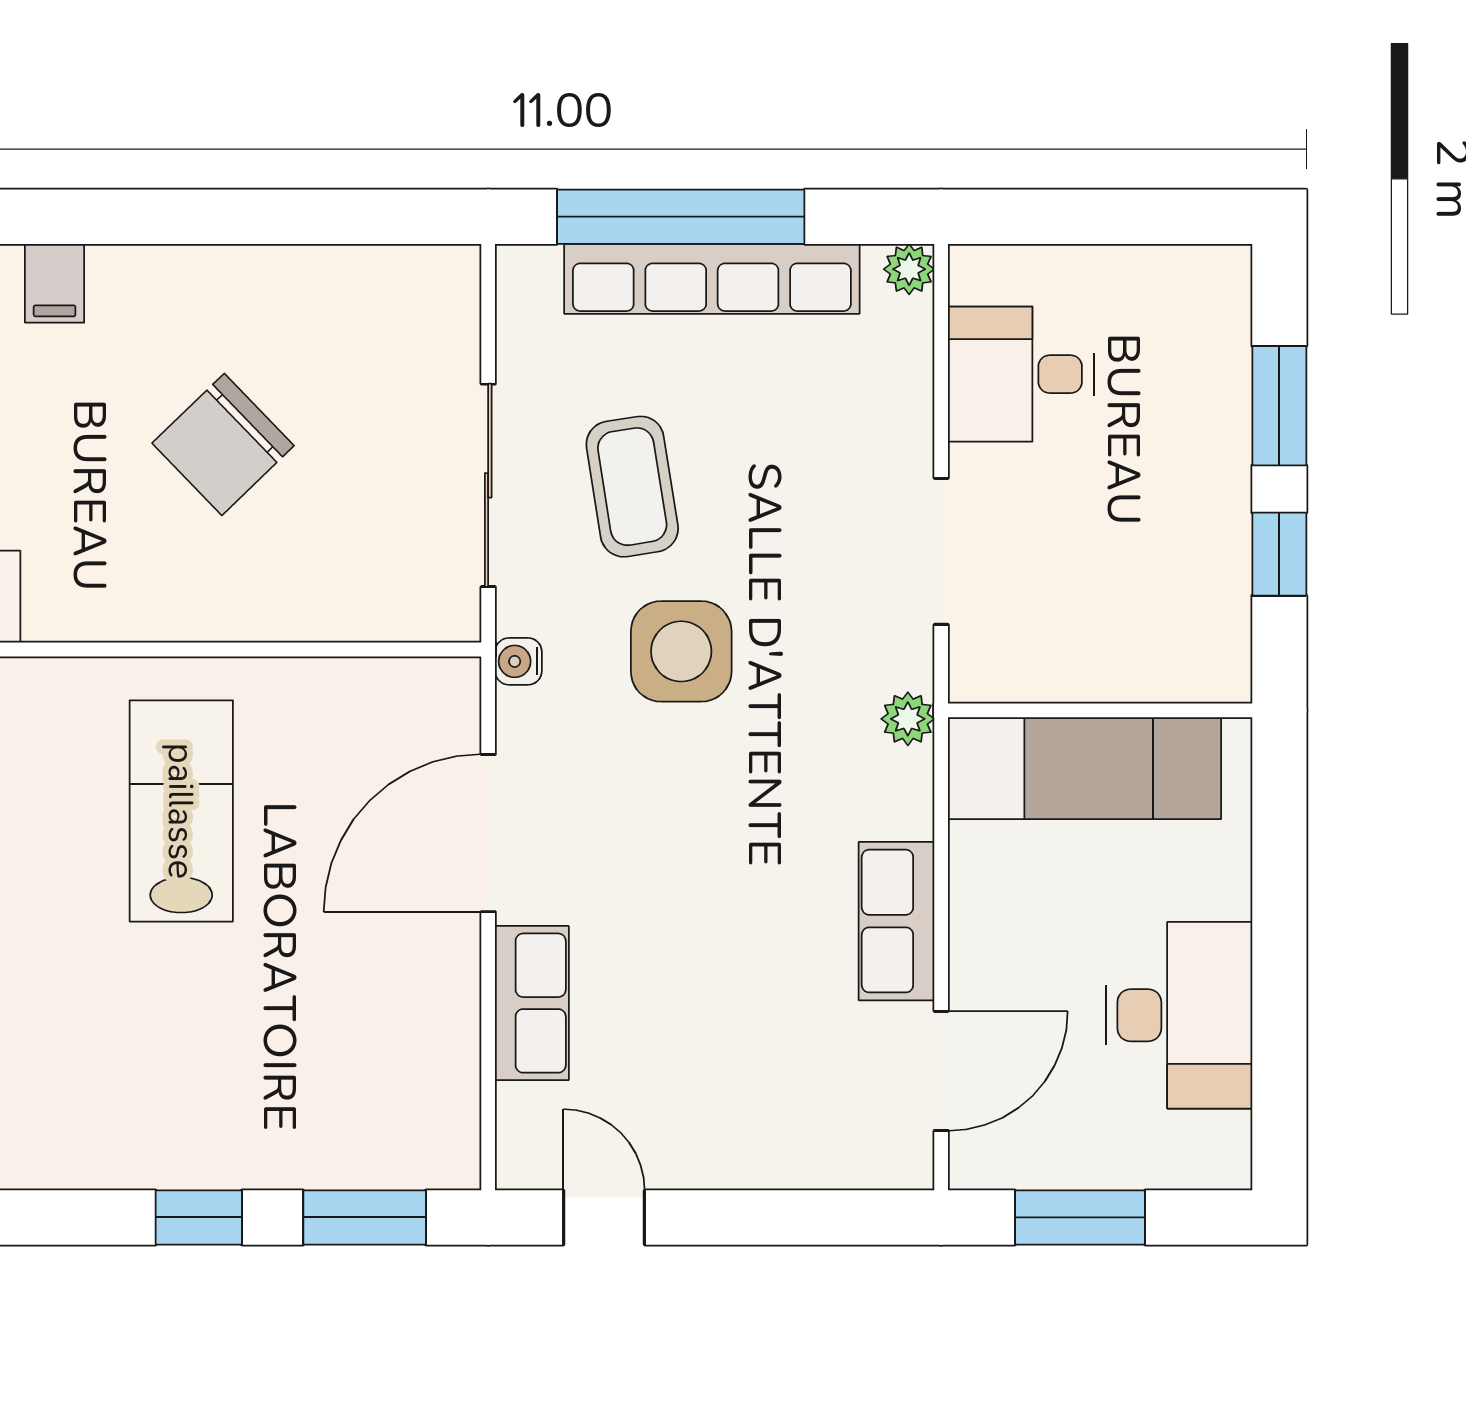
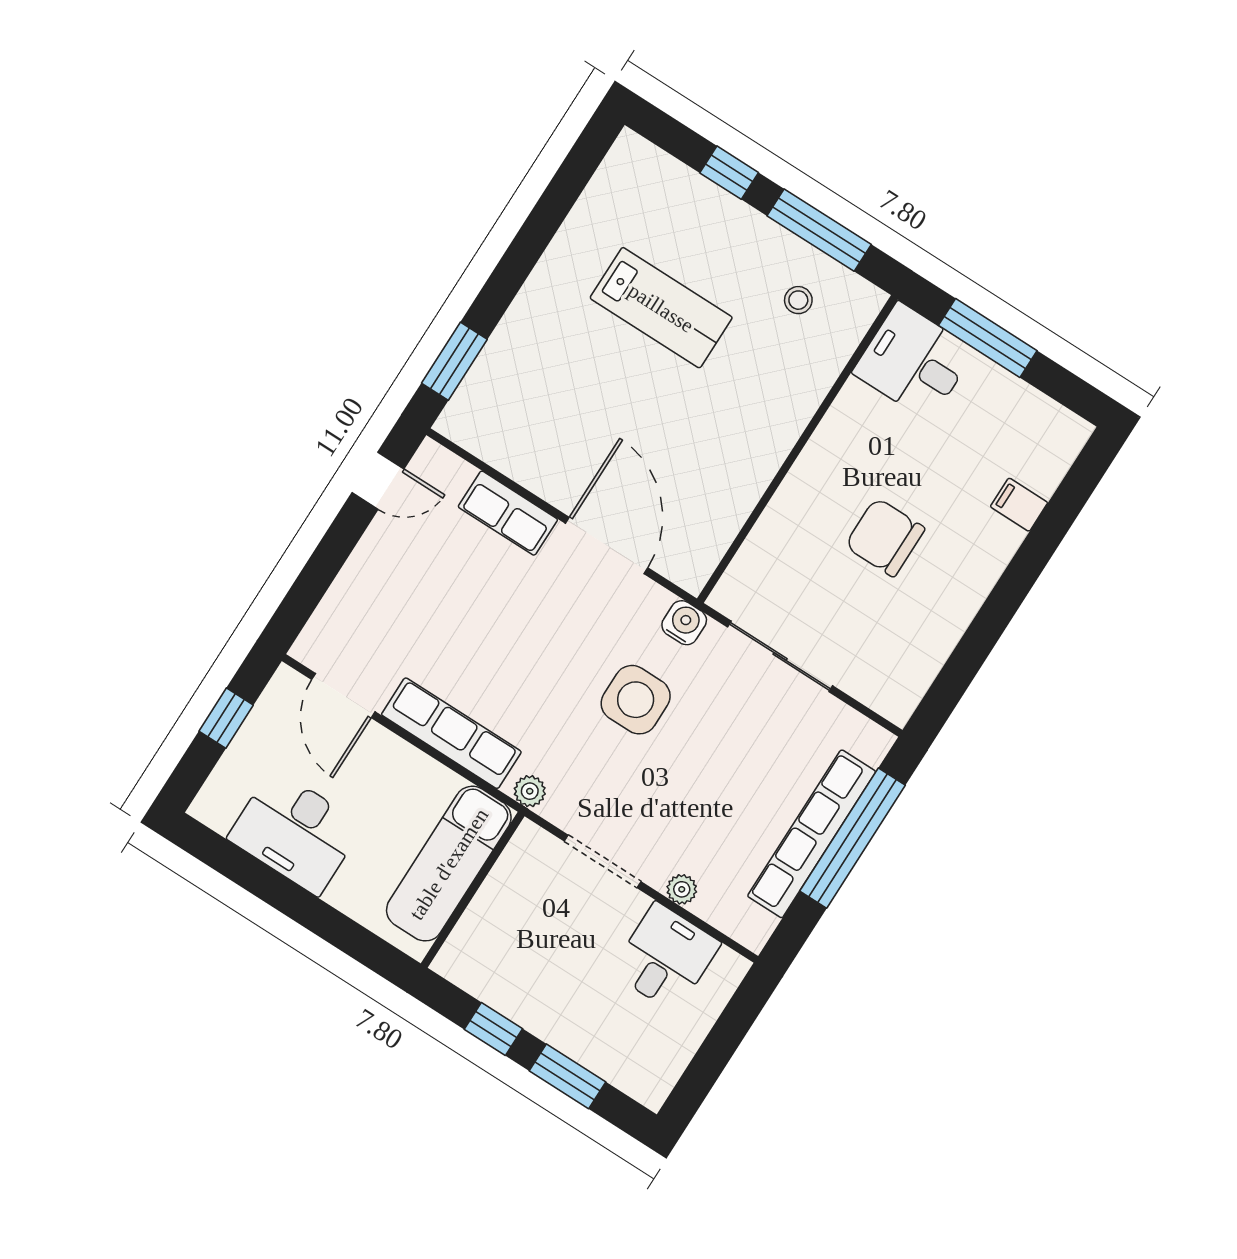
plant: (909, 269) -> (682, 889), moved
chair: (223, 444) -> (885, 537), turned -46
coffee table: (632, 487) -> (733, 728), removed
water cooler: (518, 661) -> (684, 623), width x1.38, depth x1.38
lab bench: (181, 811) -> (661, 308), moved
row of seats: (897, 921) -> (451, 733), width x1.48
window: (199, 1217) -> (507, 279), removed
window: (1080, 1217) -> (226, 718), width x0.67

